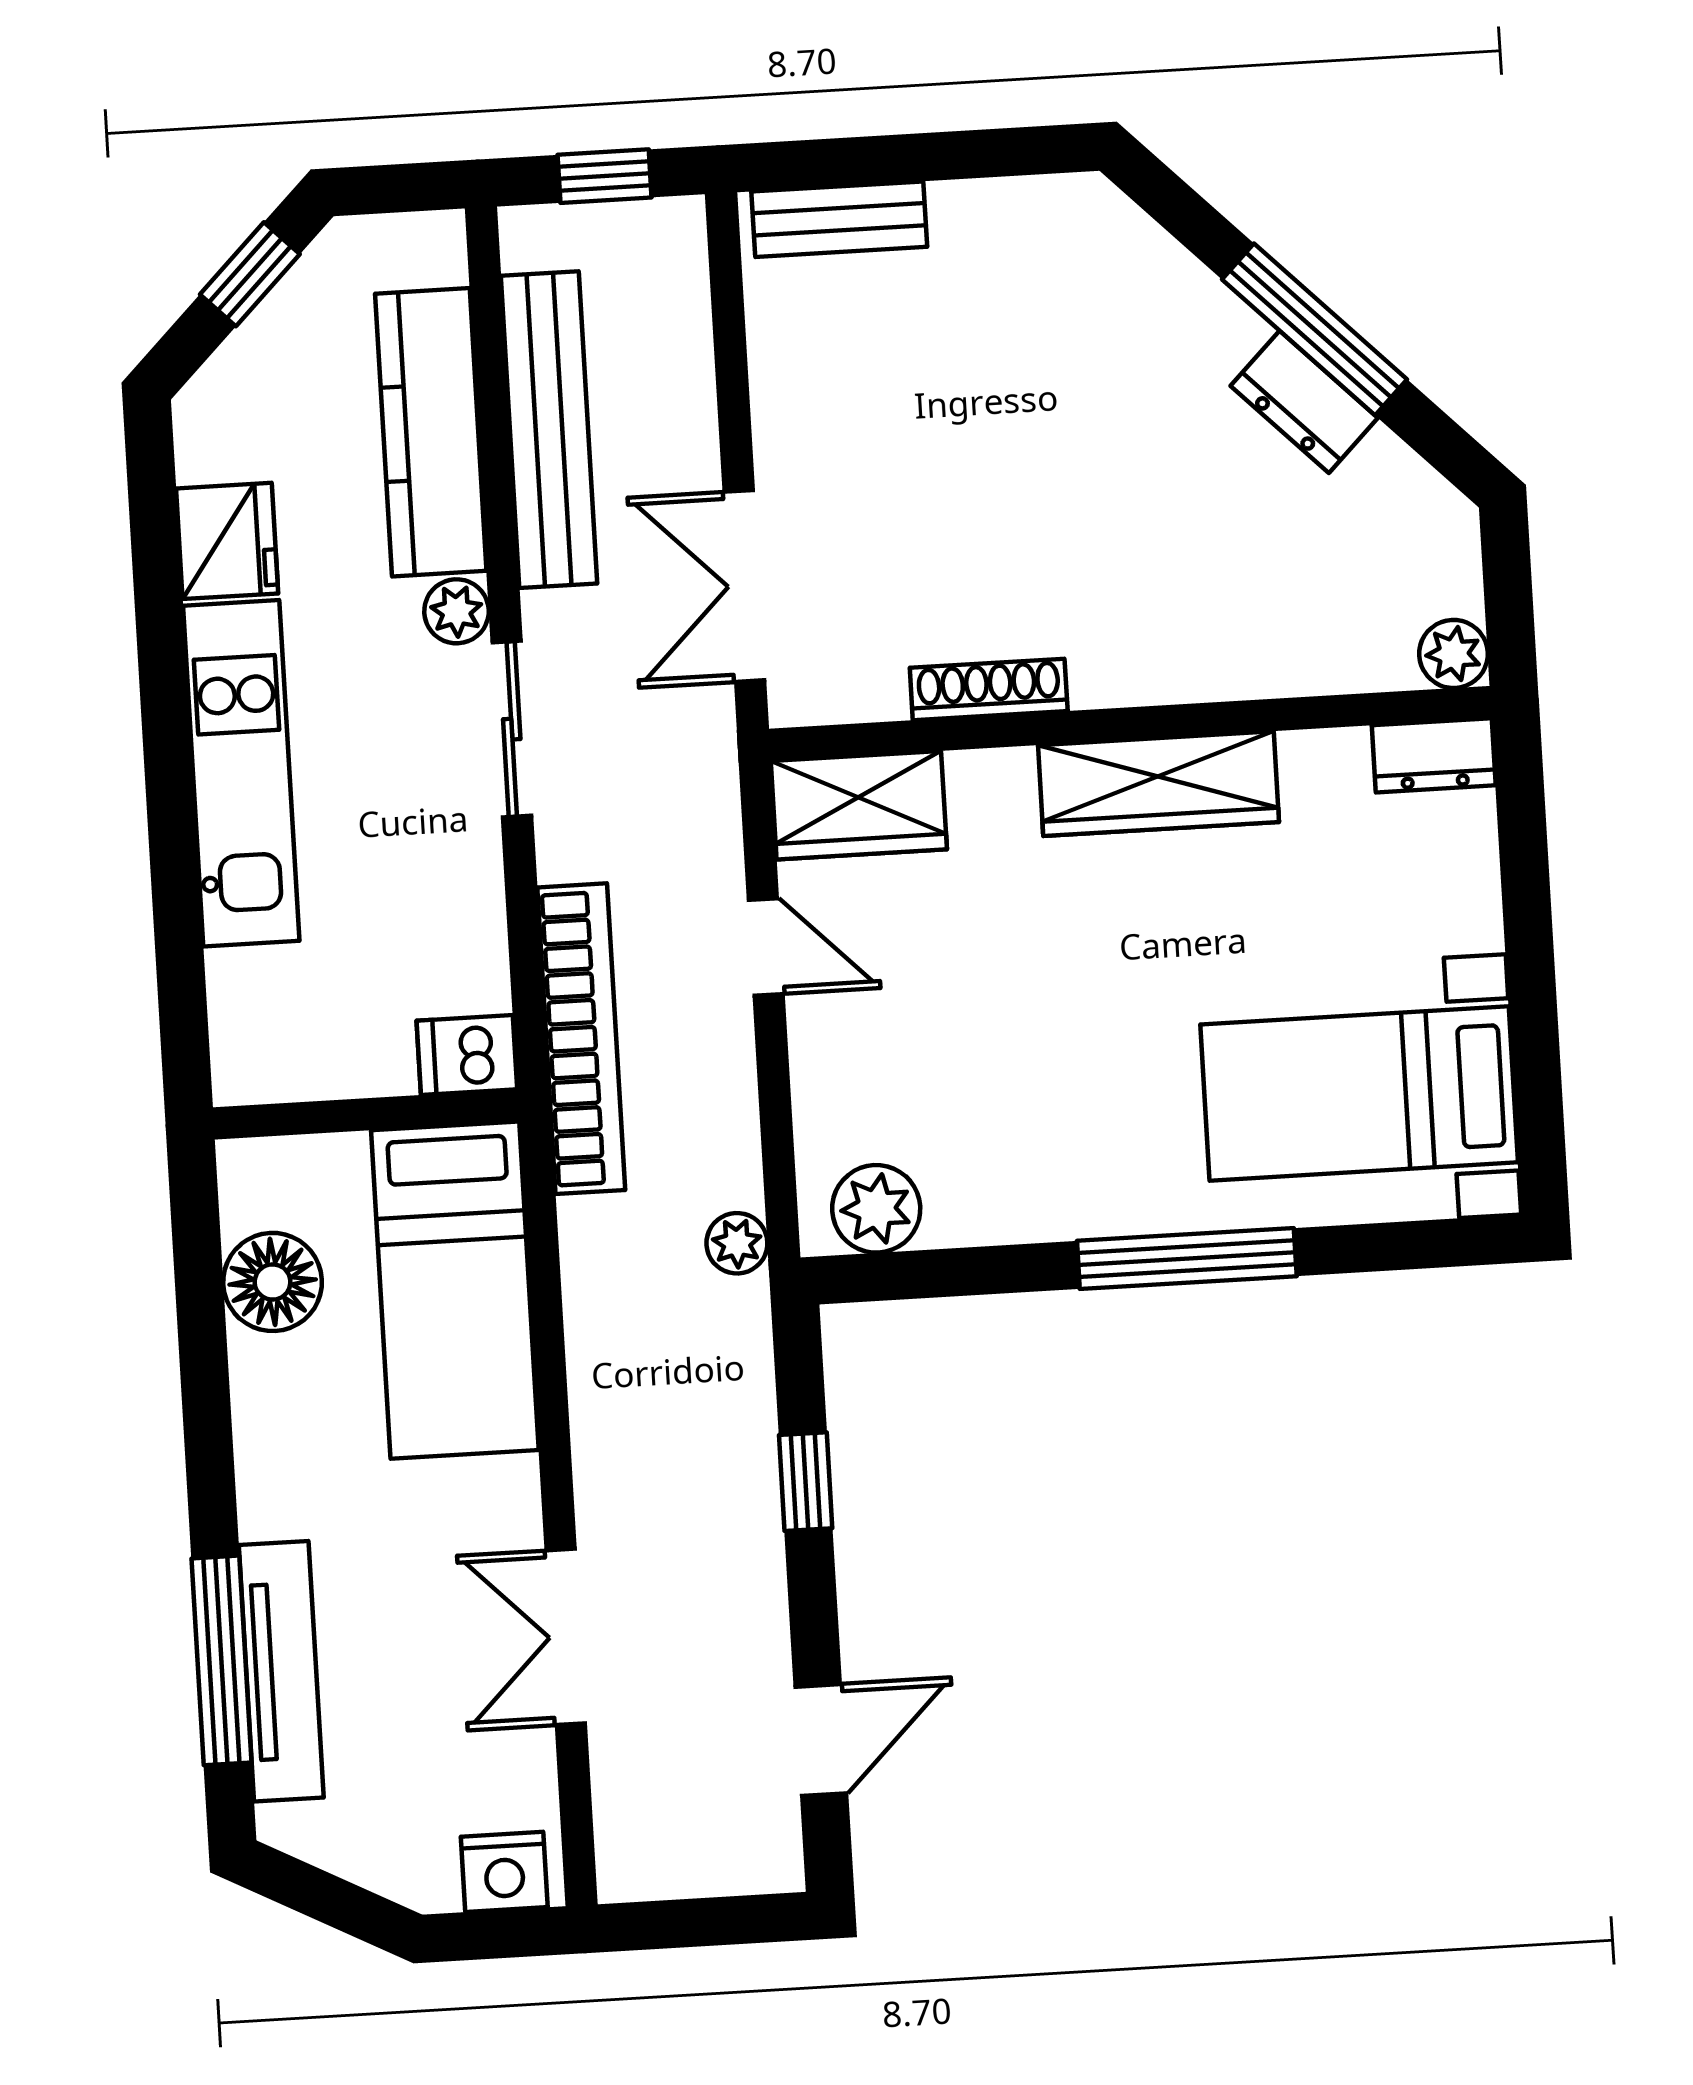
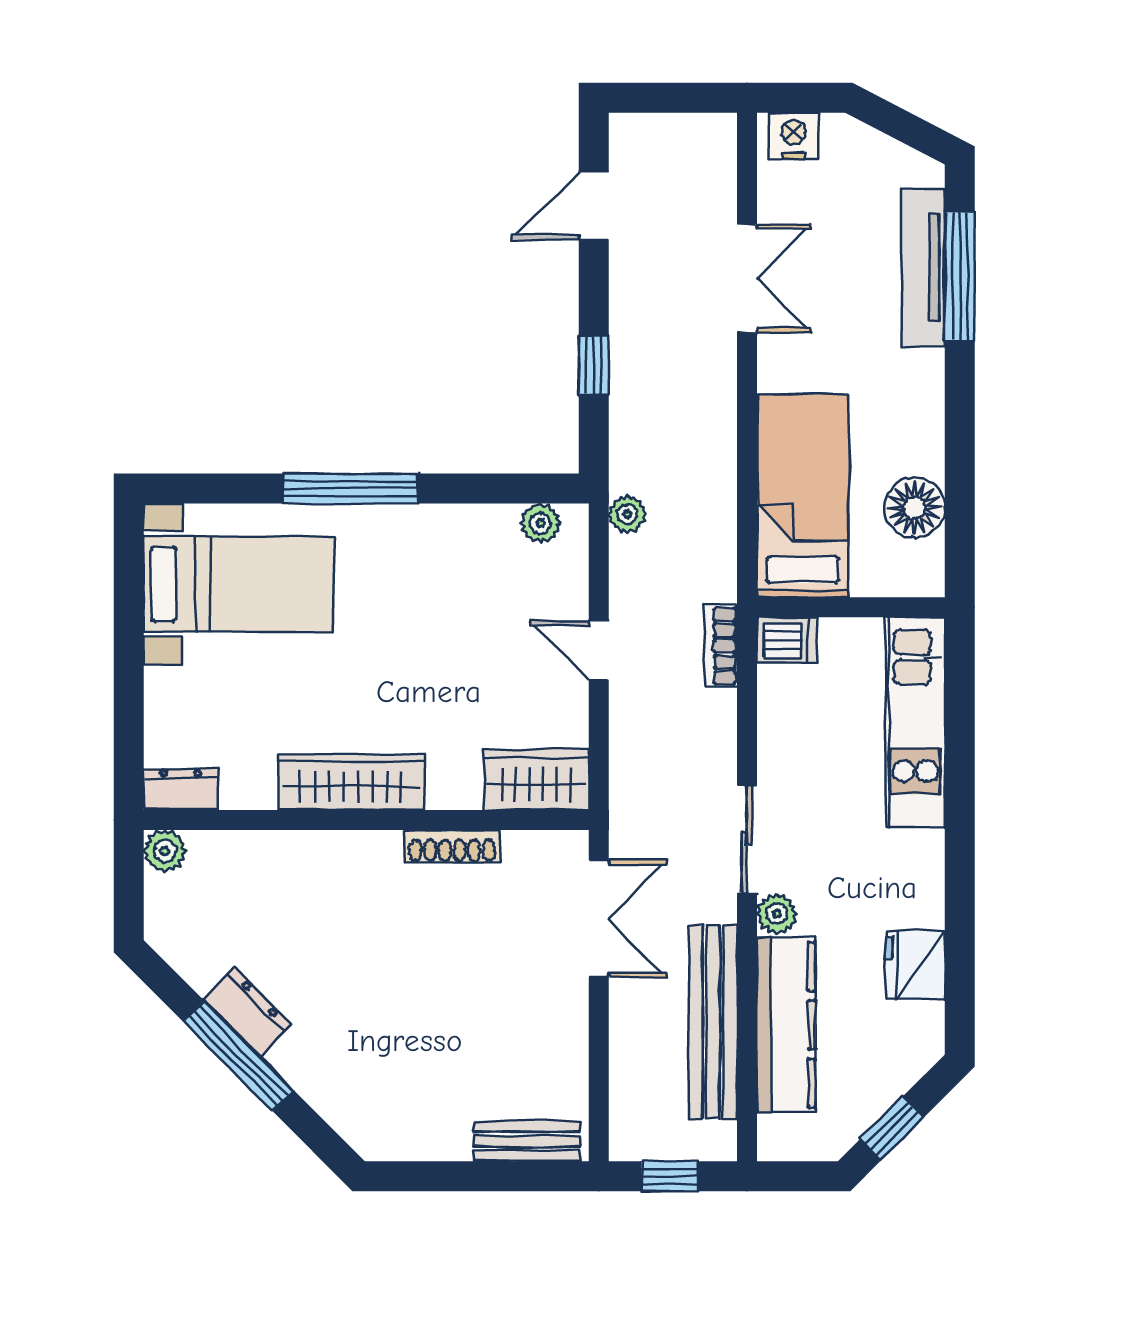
kitchen unit: (241, 773) -> (915, 722), moved
door: (766, 947) -> (599, 650), moved
bookcase: (581, 1039) -> (721, 646), width x0.43, depth x0.76
plant: (876, 1209) -> (540, 523), width x0.73, depth x0.73

